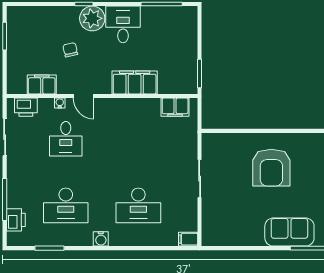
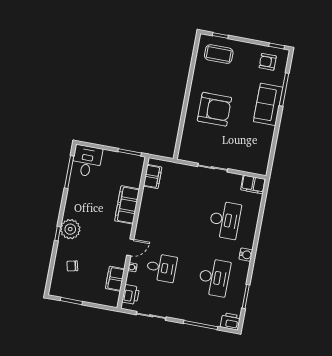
desk: (123, 24) -> (87, 161), moved, turned 90
chair: (70, 50) -> (72, 266), moved
printer: (16, 220) -> (230, 321), moved
filing cabinet: (188, 239) -> (253, 185), width x2.00

